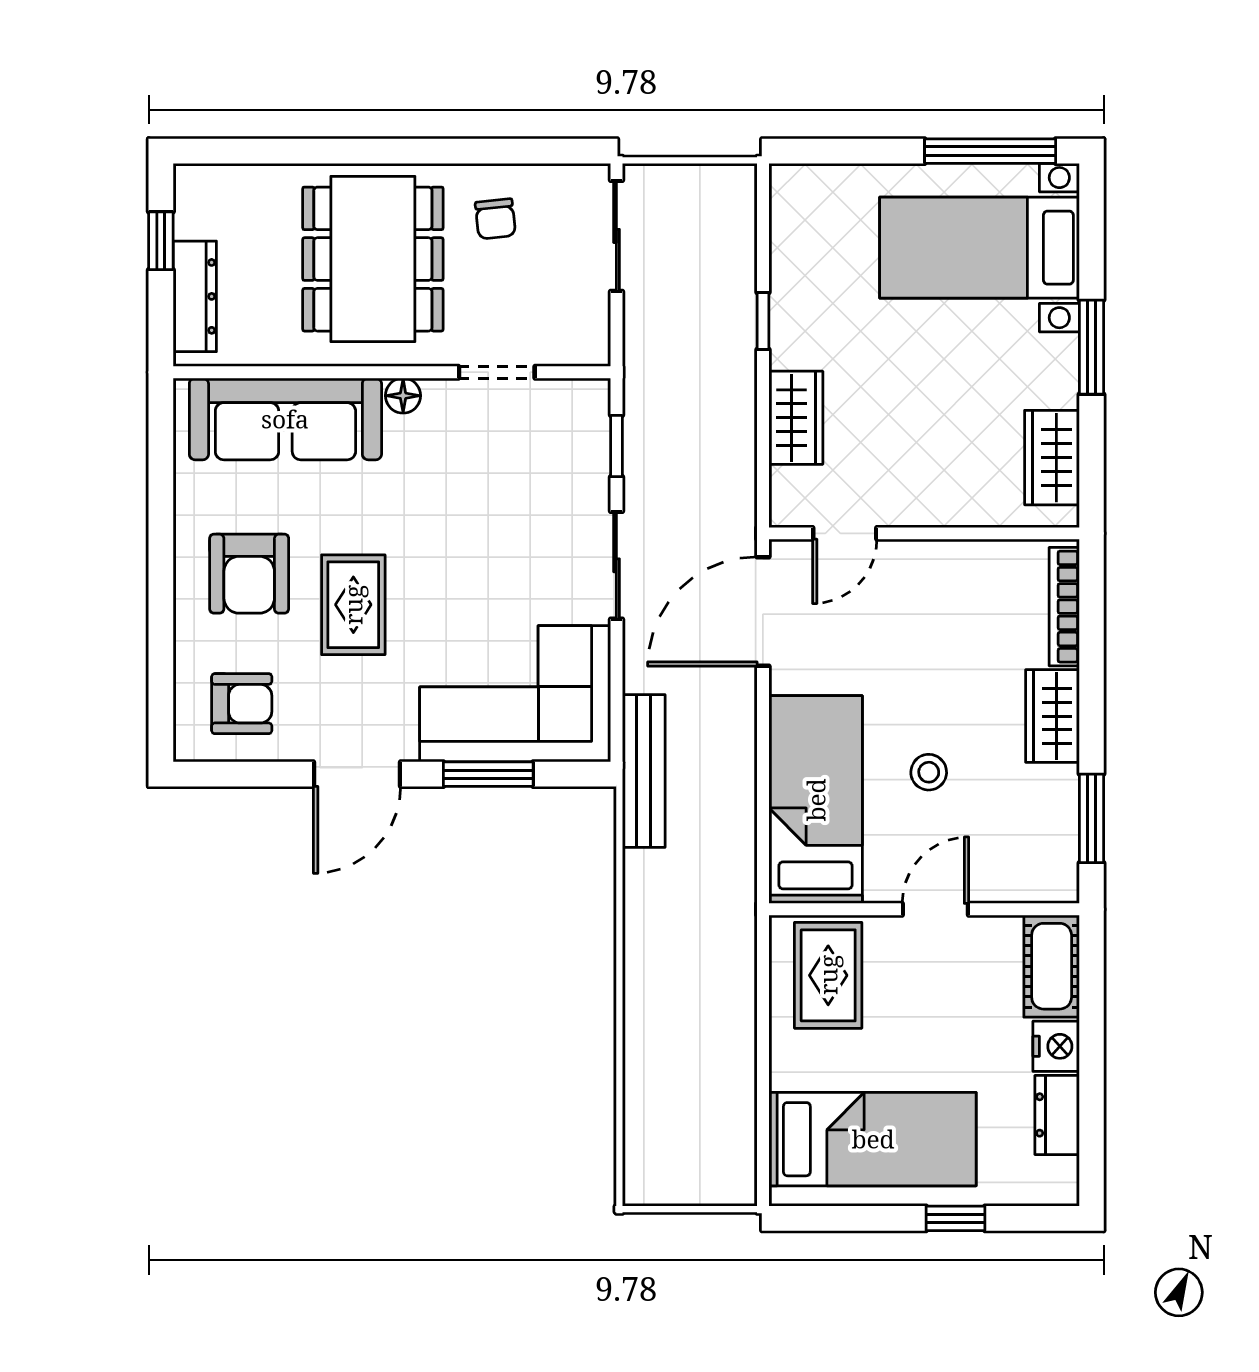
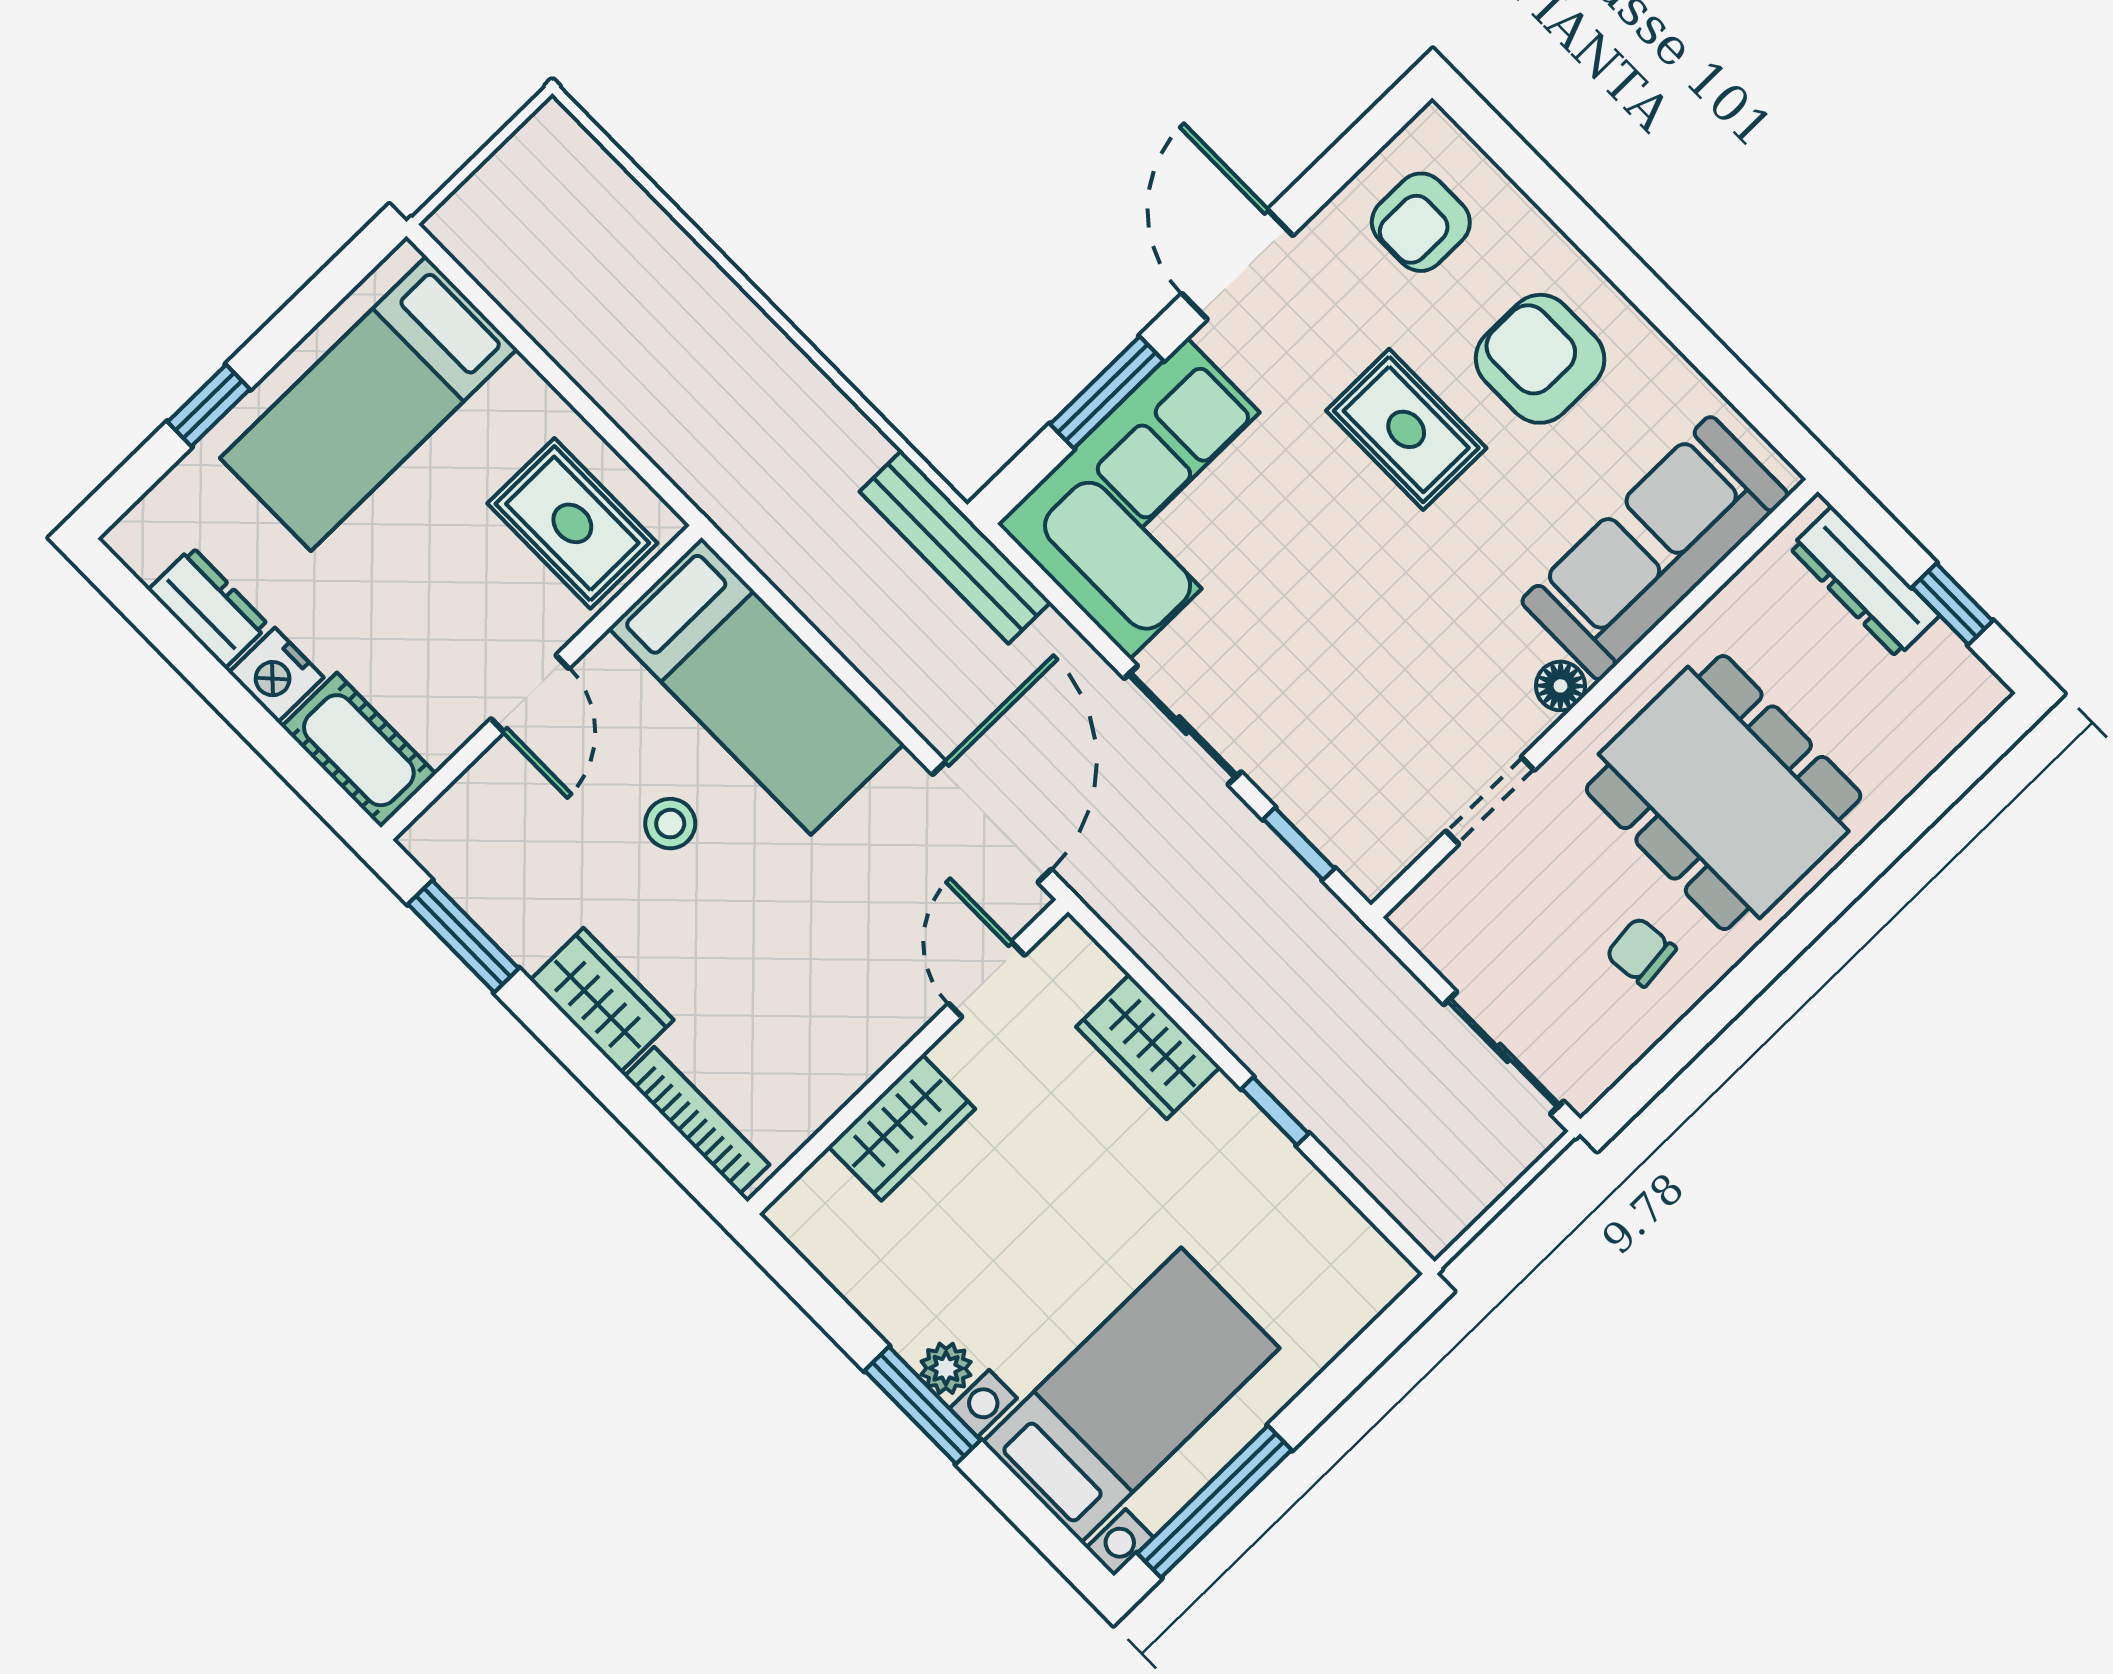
plant: (1061, 354) -> (946, 1368), added
wardrobe: (1052, 458) -> (902, 1128), moved, turned 90

